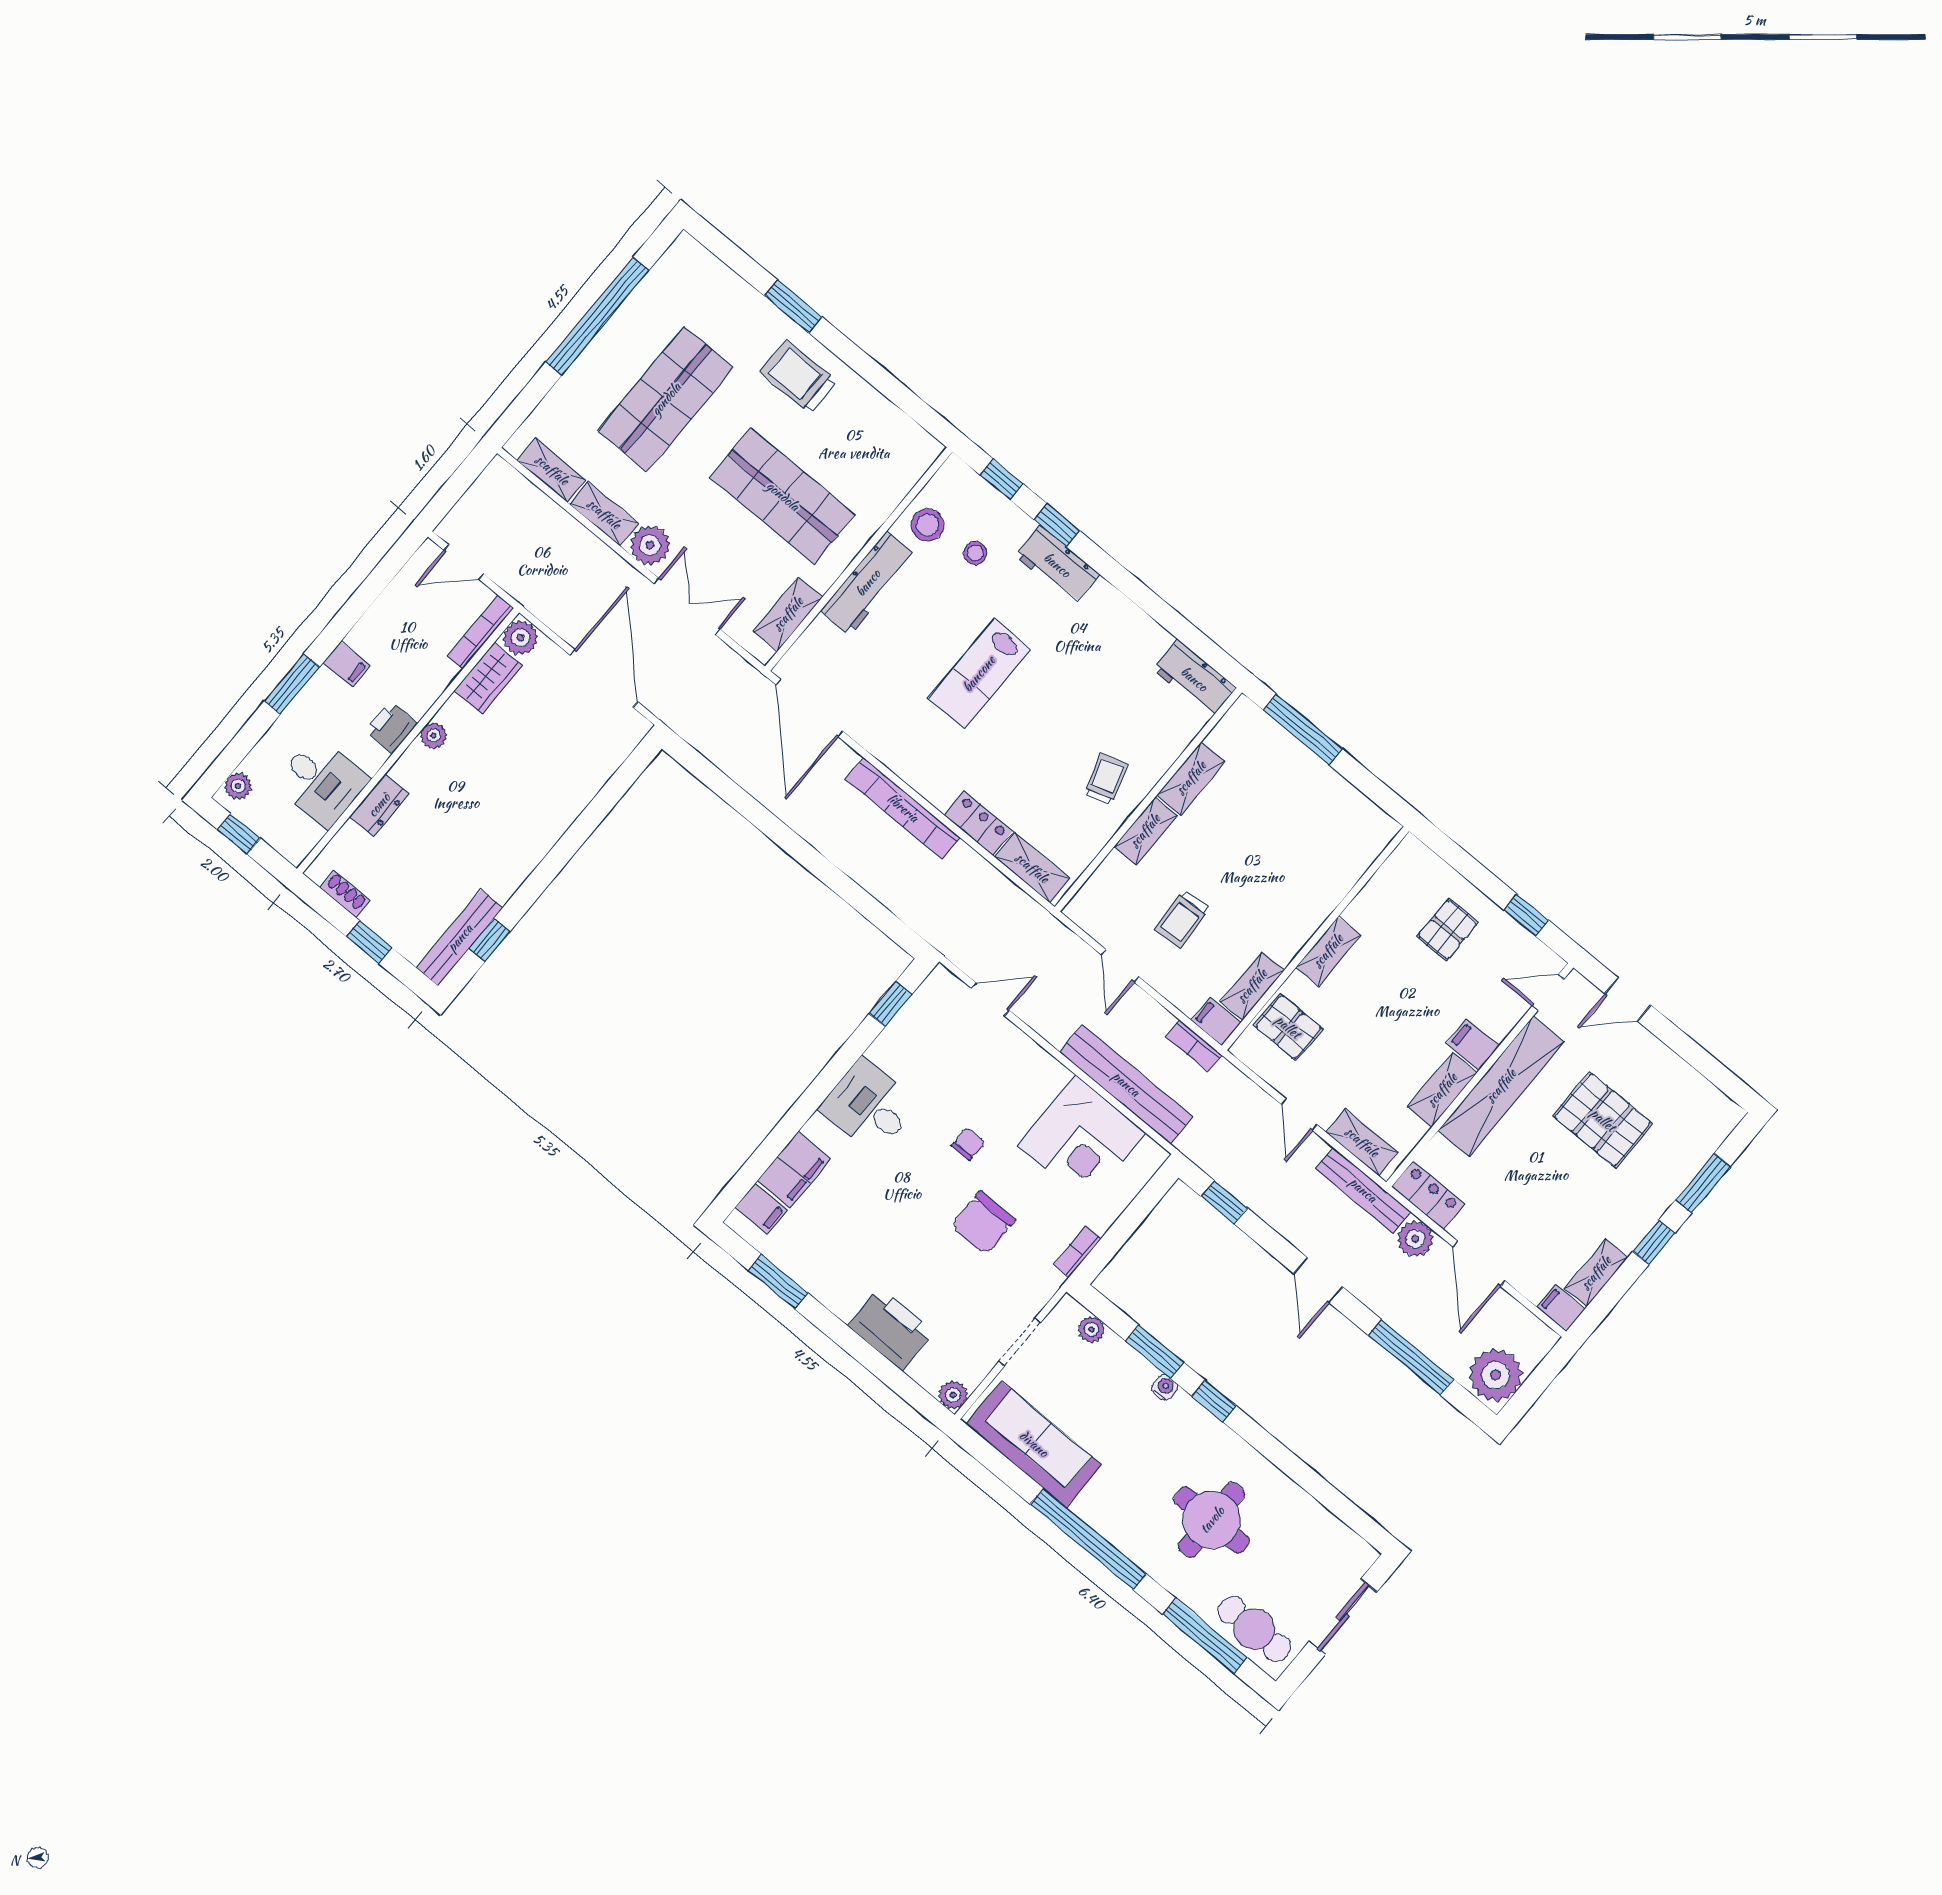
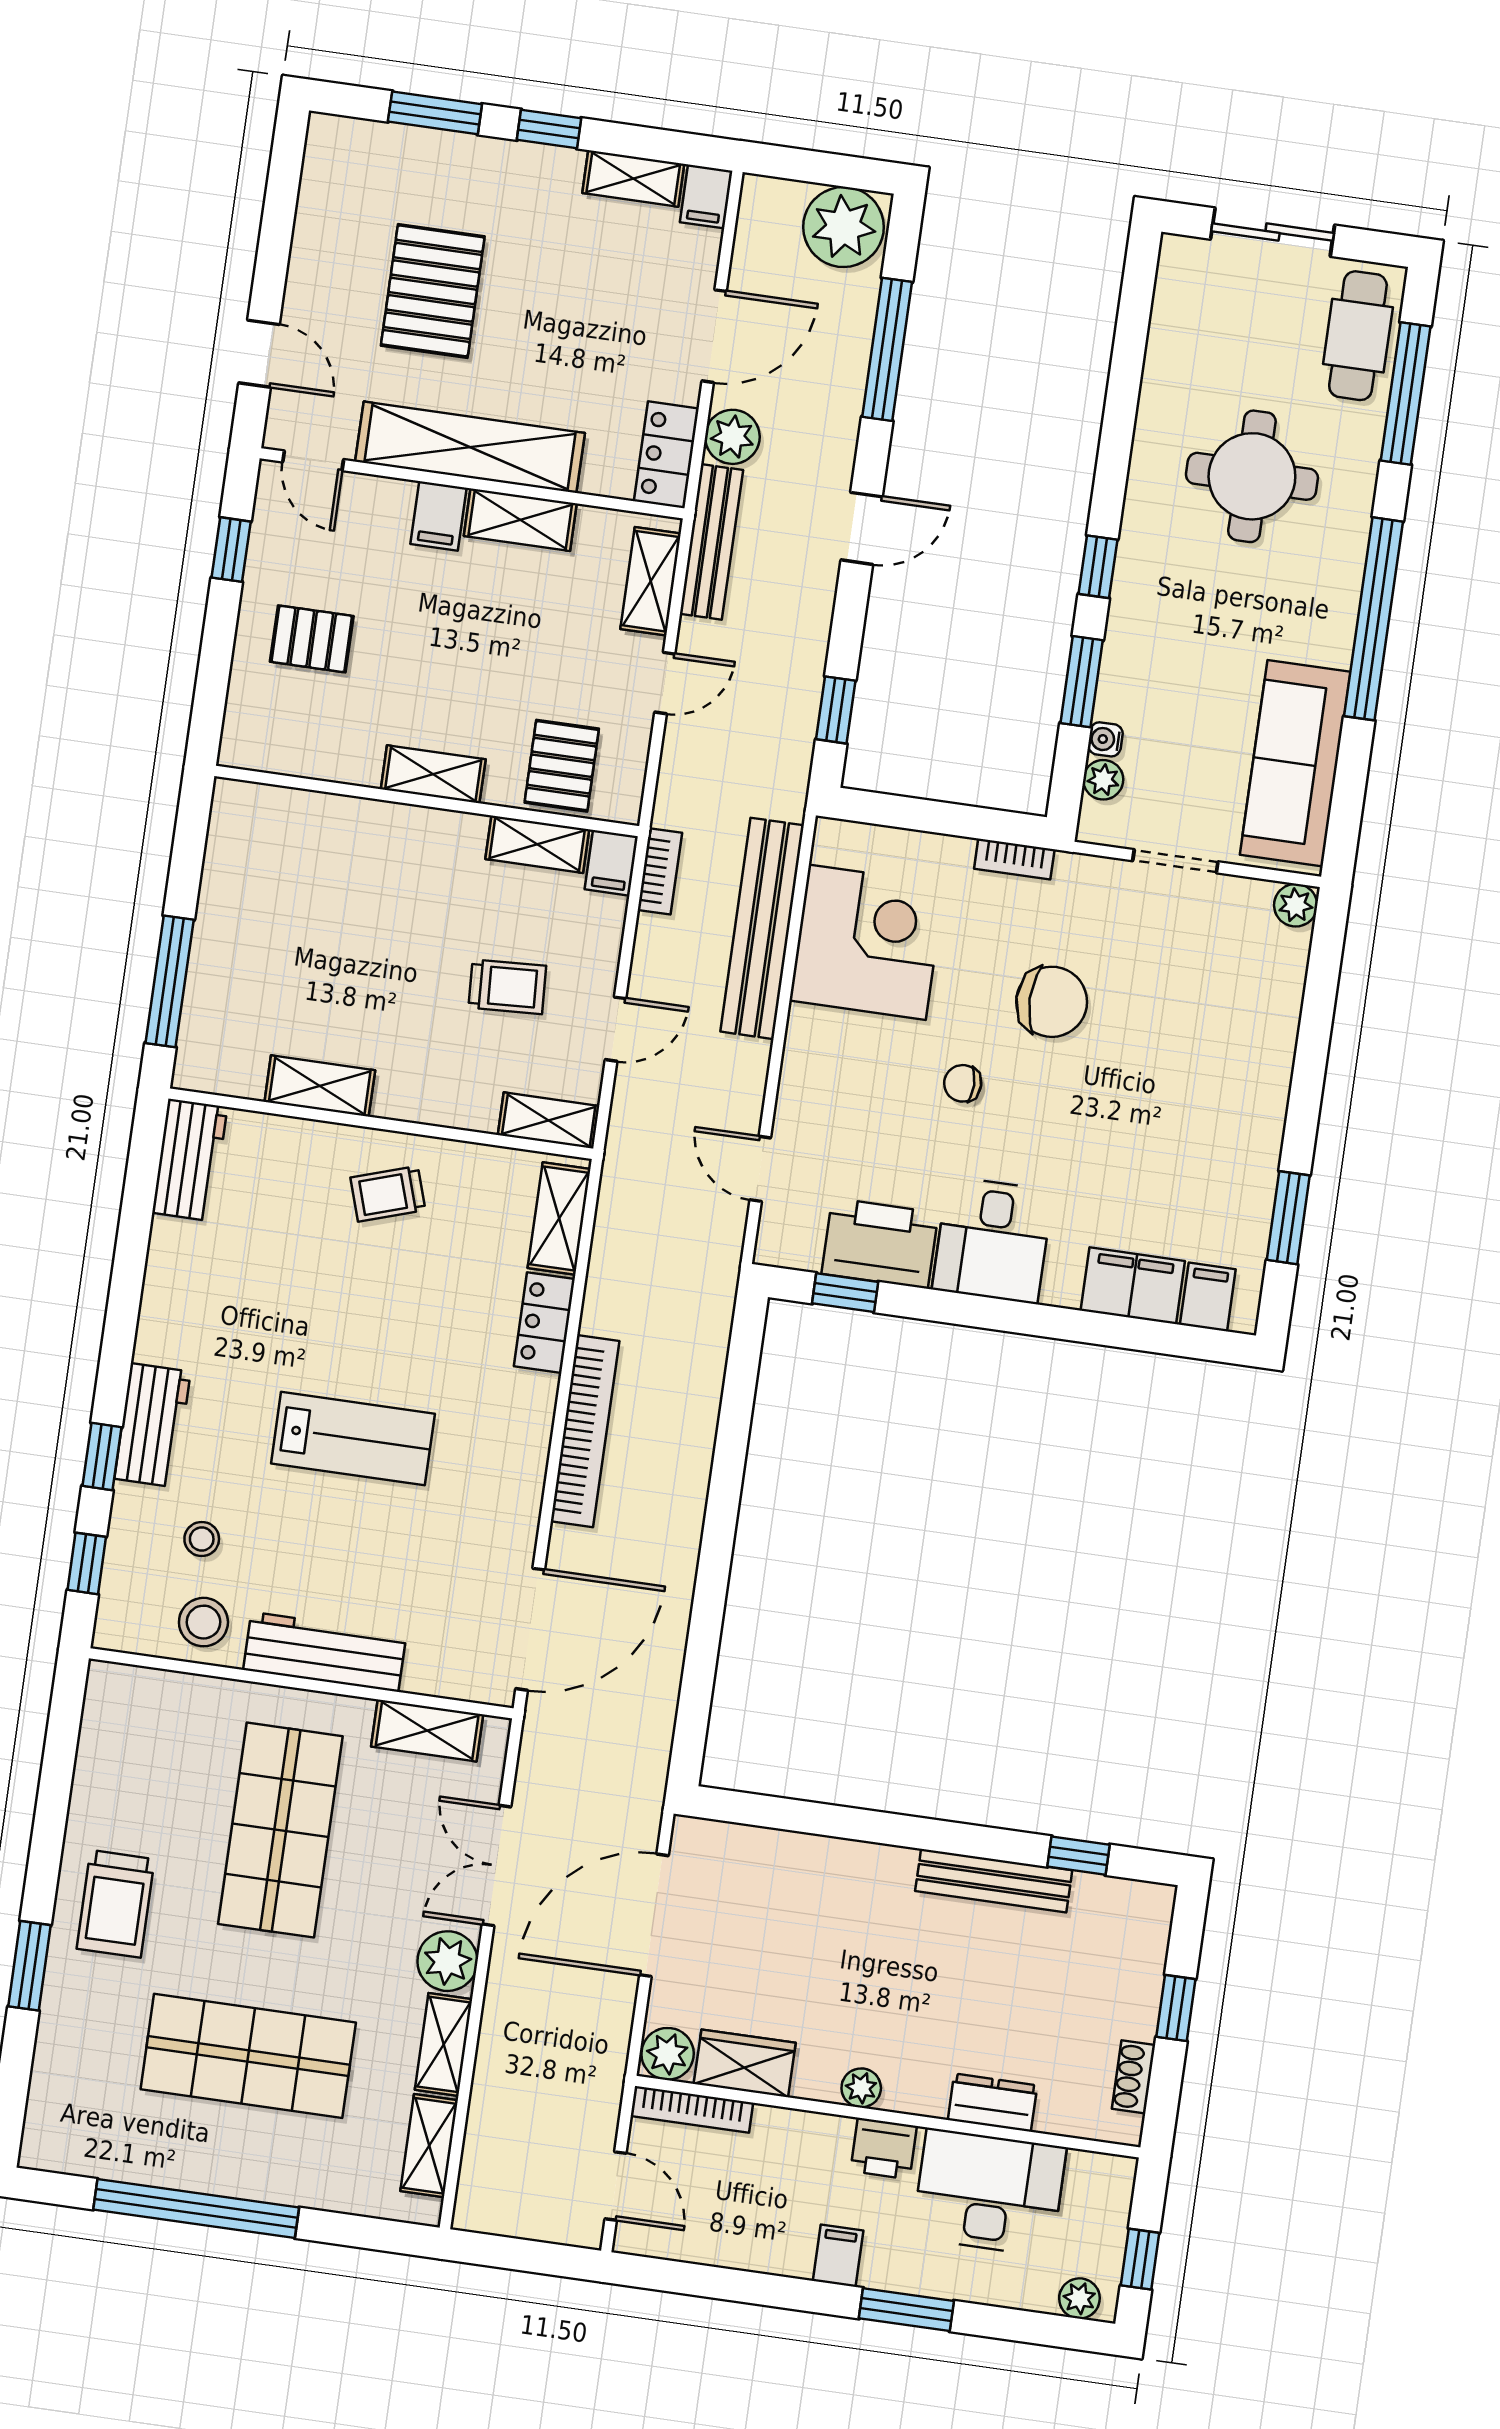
desk: (322, 782) -> (989, 2192), width x1.37
shelving: (1145, 831) -> (549, 1120), moved
bench: (460, 938) -> (994, 1881), moved
printer: (891, 1329) -> (880, 1243), moved, turned 90
water cooler: (1165, 1387) -> (1105, 739), moved

